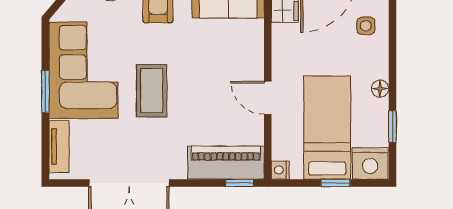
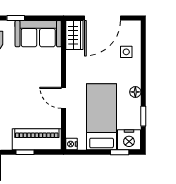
window: (240, 183) -> (25, 152), moved
window: (335, 183) -> (120, 152), moved

